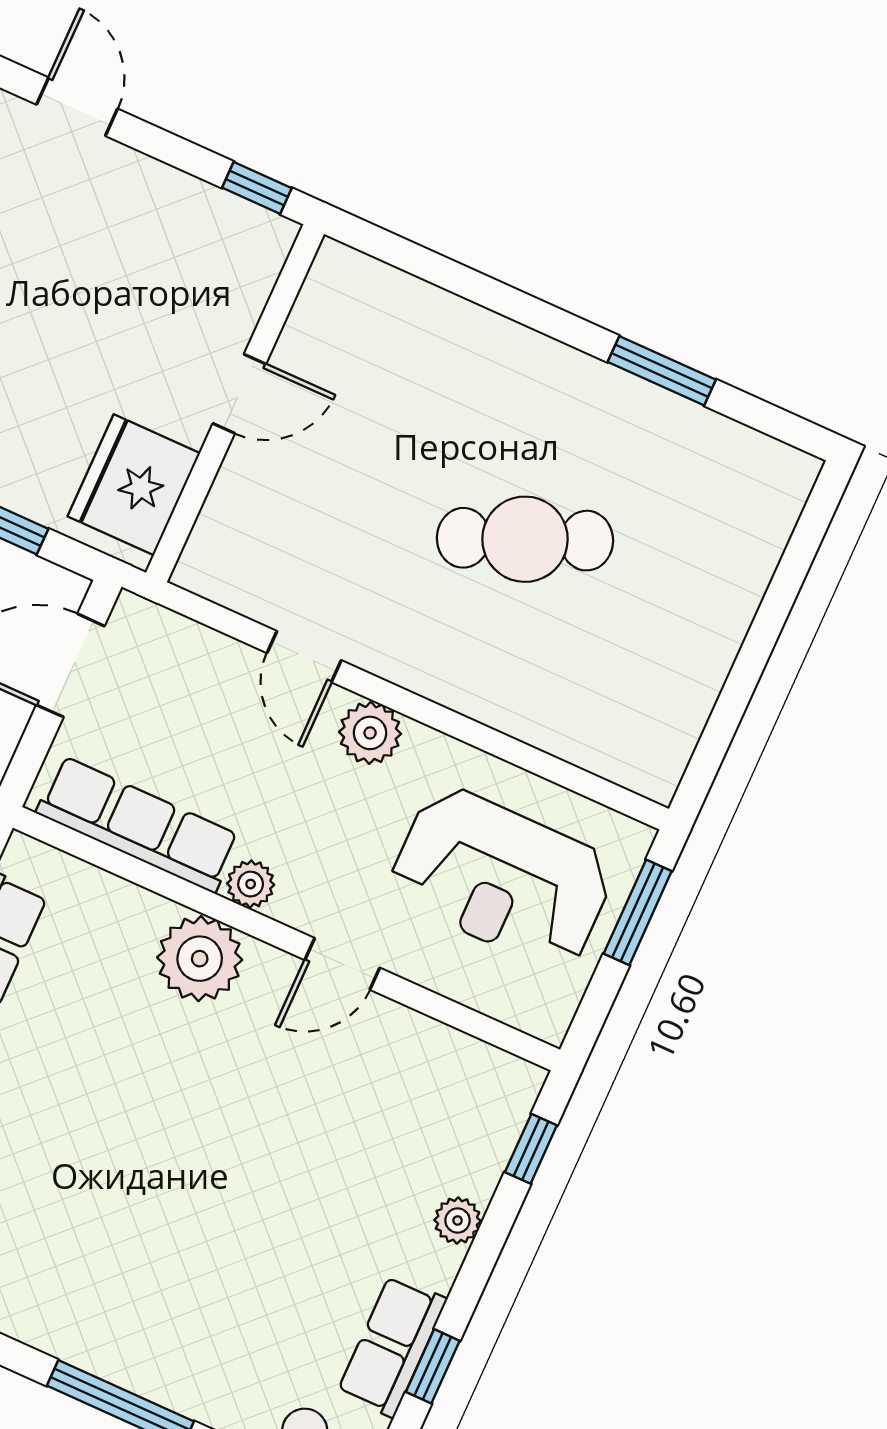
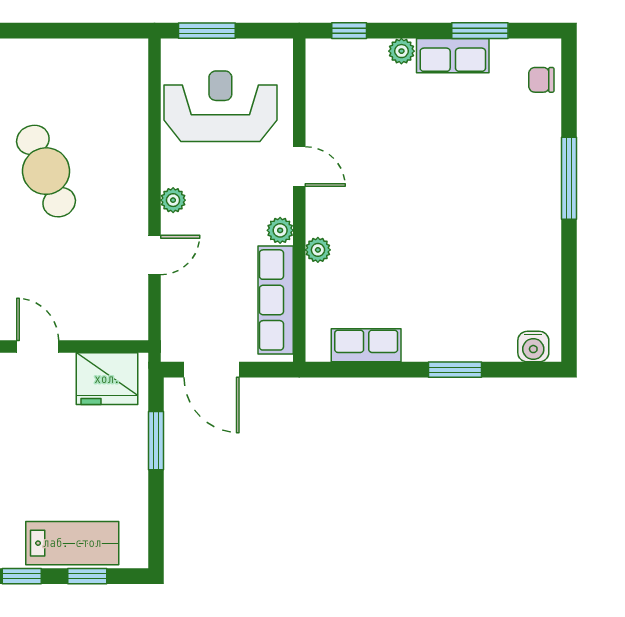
plant: (370, 733) -> (173, 200), width x0.73, depth x0.73
reception desk: (502, 878) -> (220, 106), turned -90
plant: (200, 959) -> (318, 250), width x0.53, depth x0.53
row of seats: (392, 1346) -> (453, 56), moved
window: (433, 1366) -> (480, 31), width x1.50

